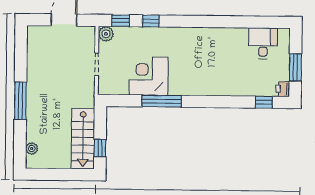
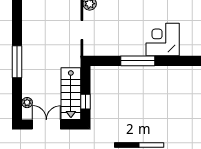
corner desk: (149, 76) -> (163, 40), moved
double door: (54, 174) -> (46, 125), added

